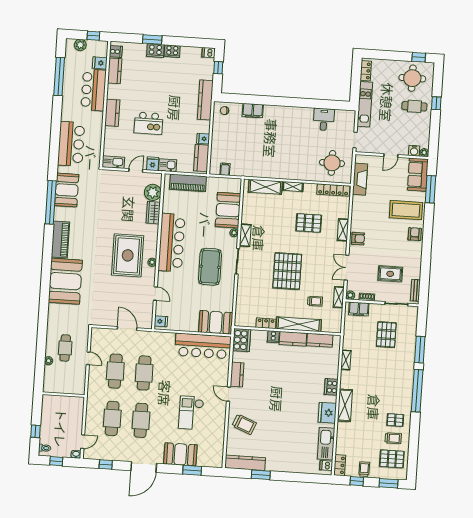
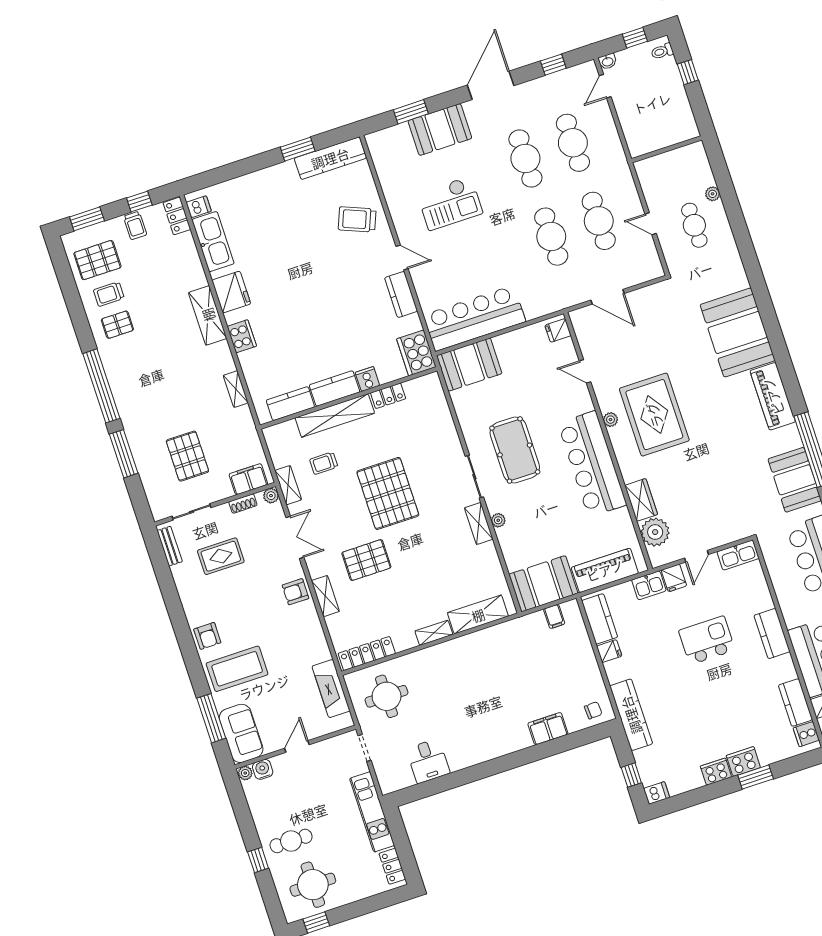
booth: (228, 210) -> (543, 584), moved, turned 90
pallet: (309, 223) -> (366, 560), moved
checkout: (191, 413) -> (450, 203), turned 90

